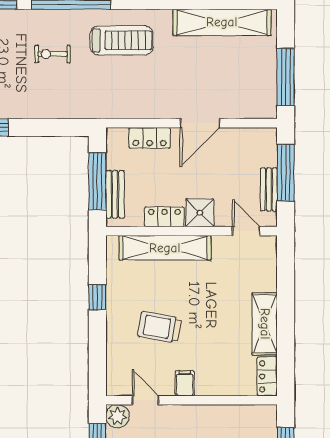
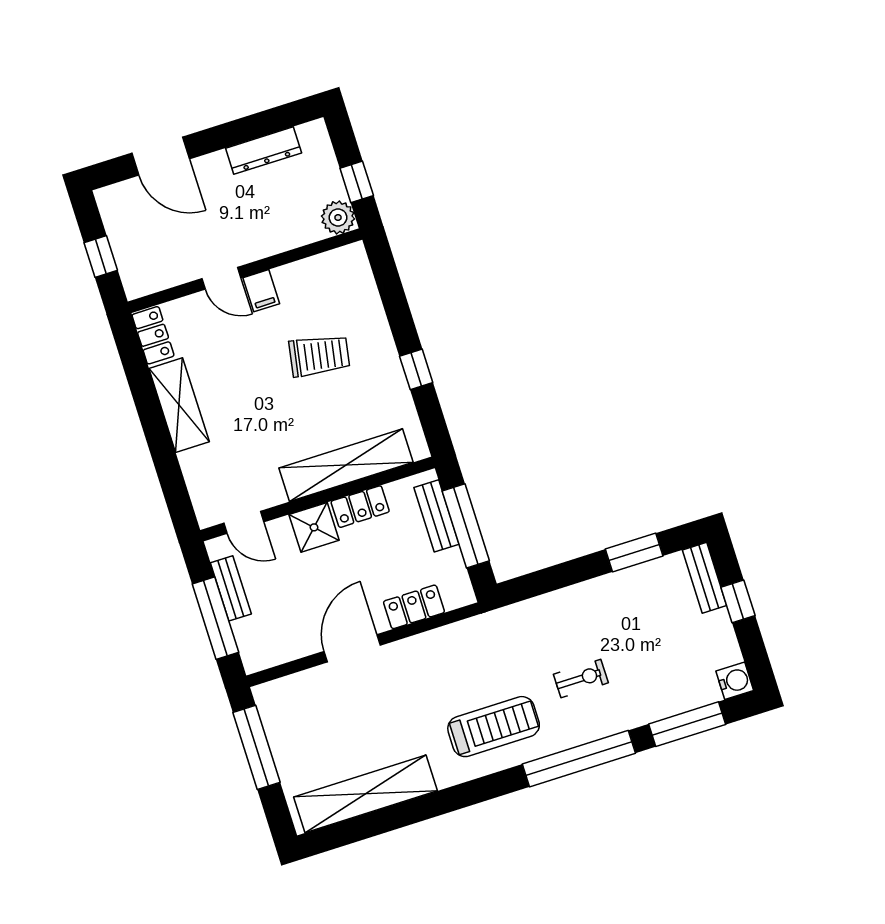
treadmill: (122, 40) -> (494, 727), turned 180
door: (145, 400) -> (221, 278), moved

